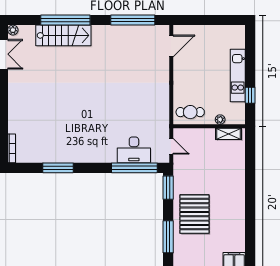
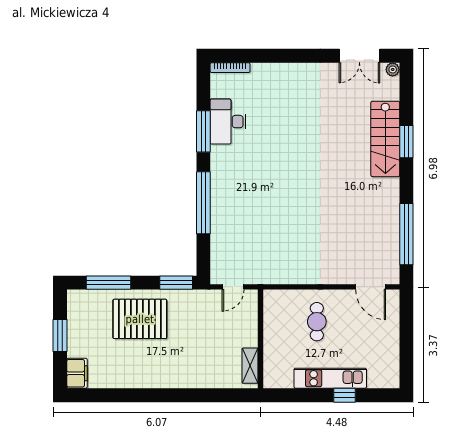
window: (65, 20) -> (406, 142), width x0.47
window: (250, 95) -> (344, 395), moved
cafe table: (190, 112) -> (317, 322), moved
plant: (220, 120) -> (270, 354), removed
desk: (134, 150) -> (228, 122), moved
window: (134, 168) -> (203, 203), moved

